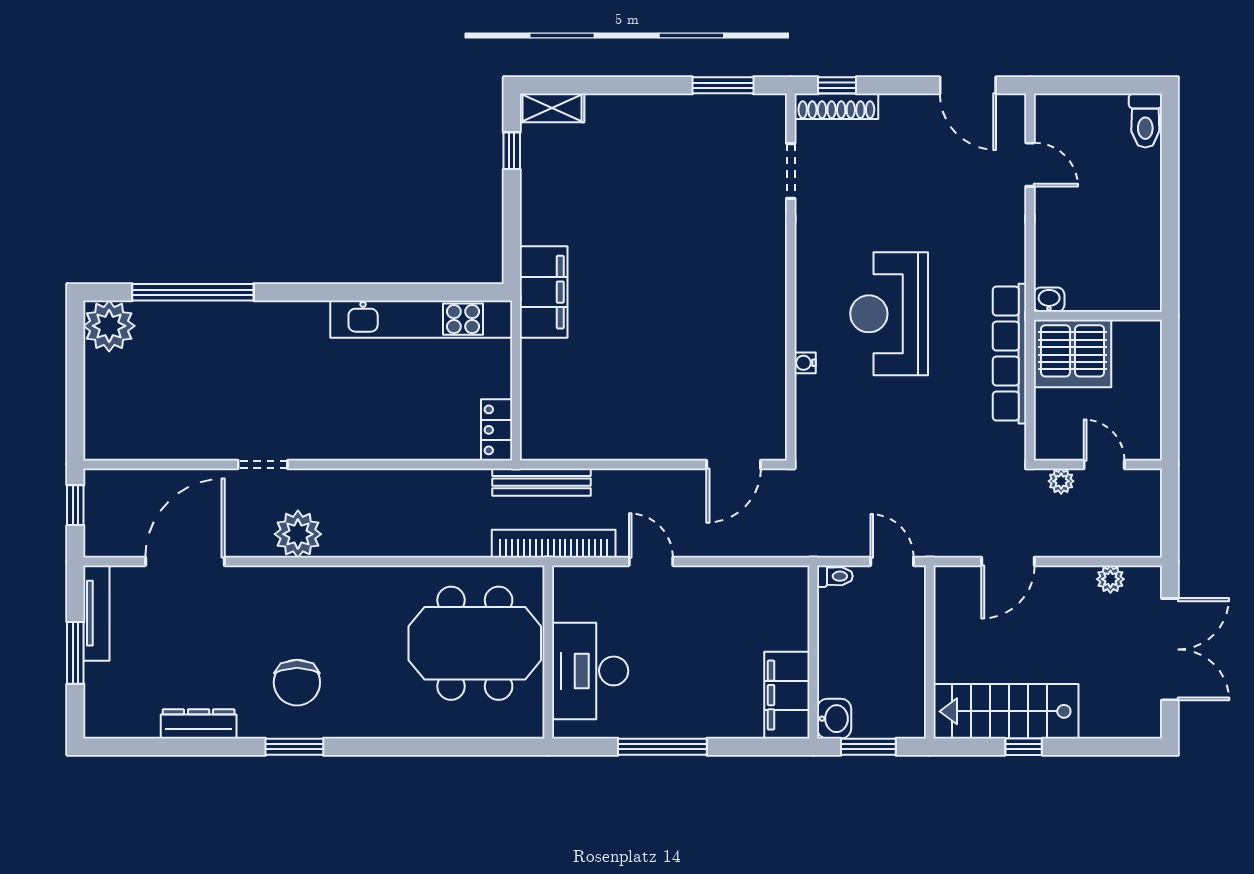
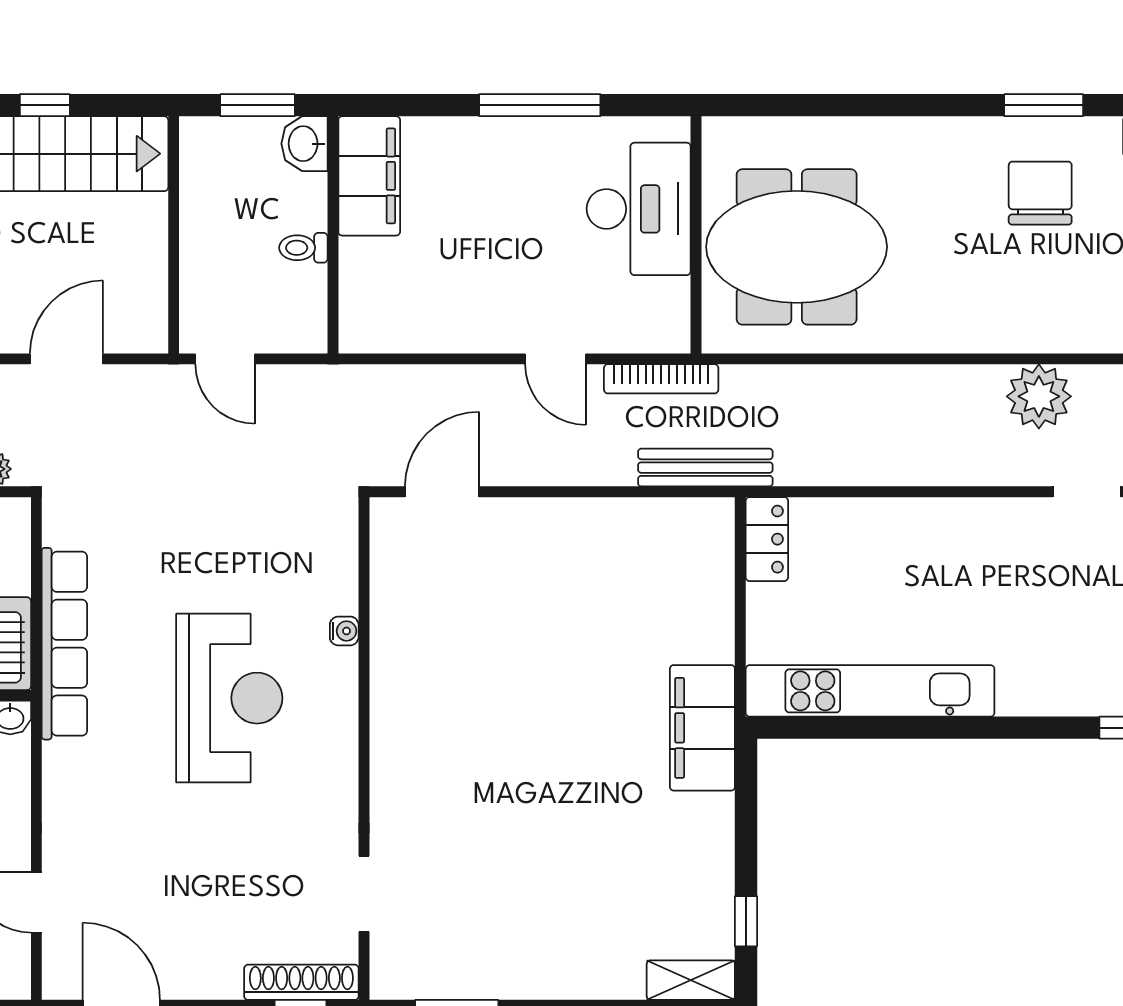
bookcase: (554, 544) -> (661, 379), width x0.68, depth x0.76
toilet: (835, 576) -> (303, 248), moved

